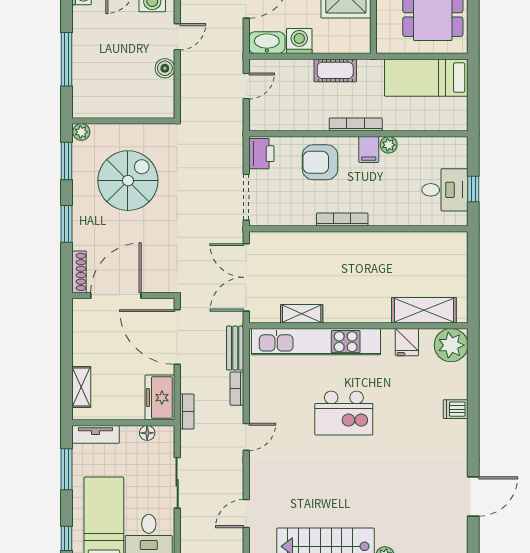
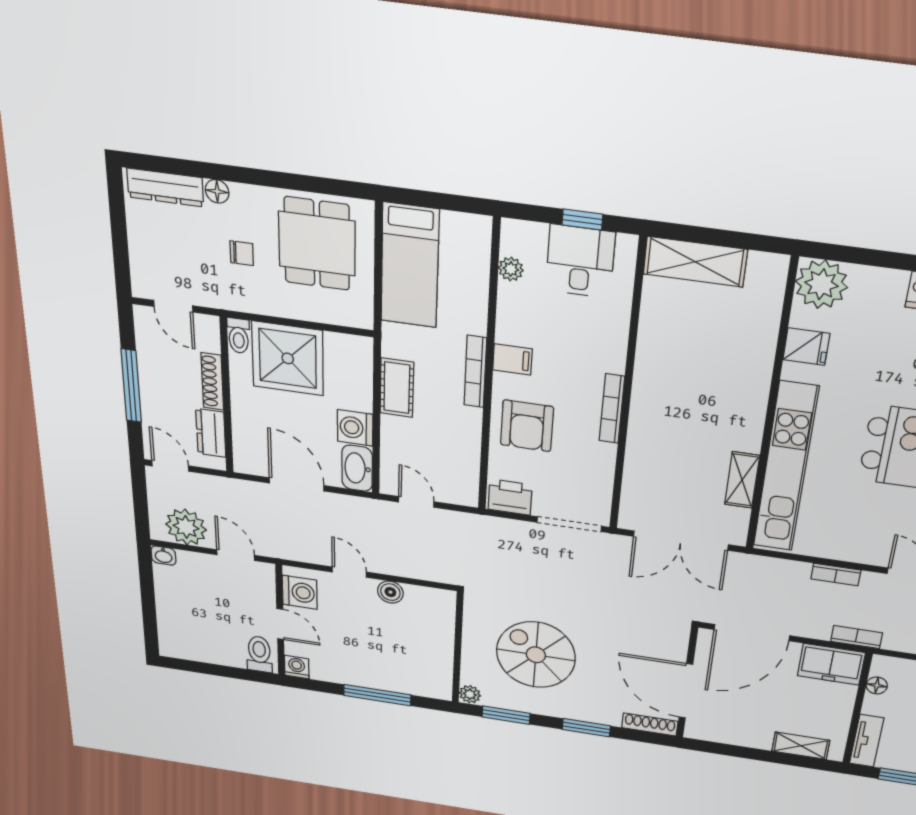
plant: (389, 145) -> (511, 269), moved
shelving: (424, 310) -> (695, 262), moved, turned 90
bench: (235, 348) -> (778, 568), removed

